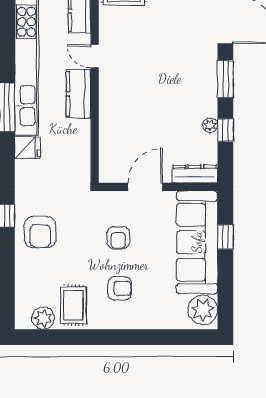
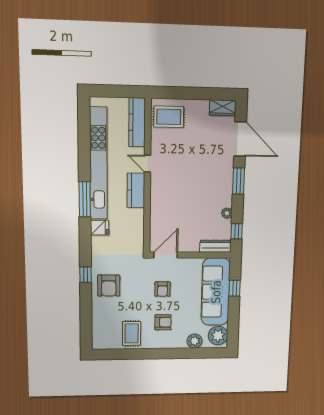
window: (225, 130) -> (237, 231), moved
door: (145, 187) -> (166, 255), moved
plant: (43, 318) -> (195, 341), moved

